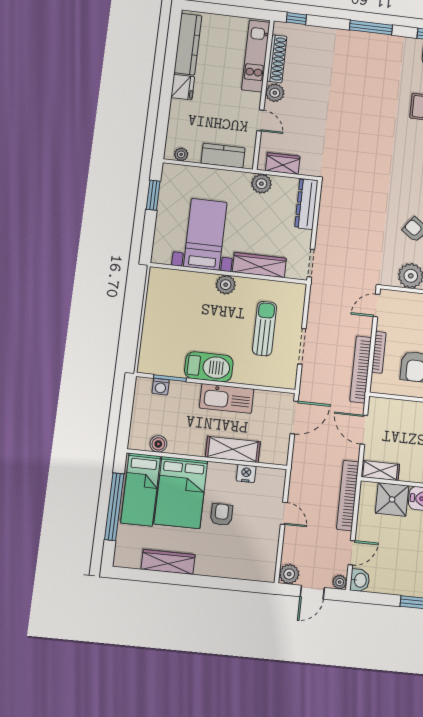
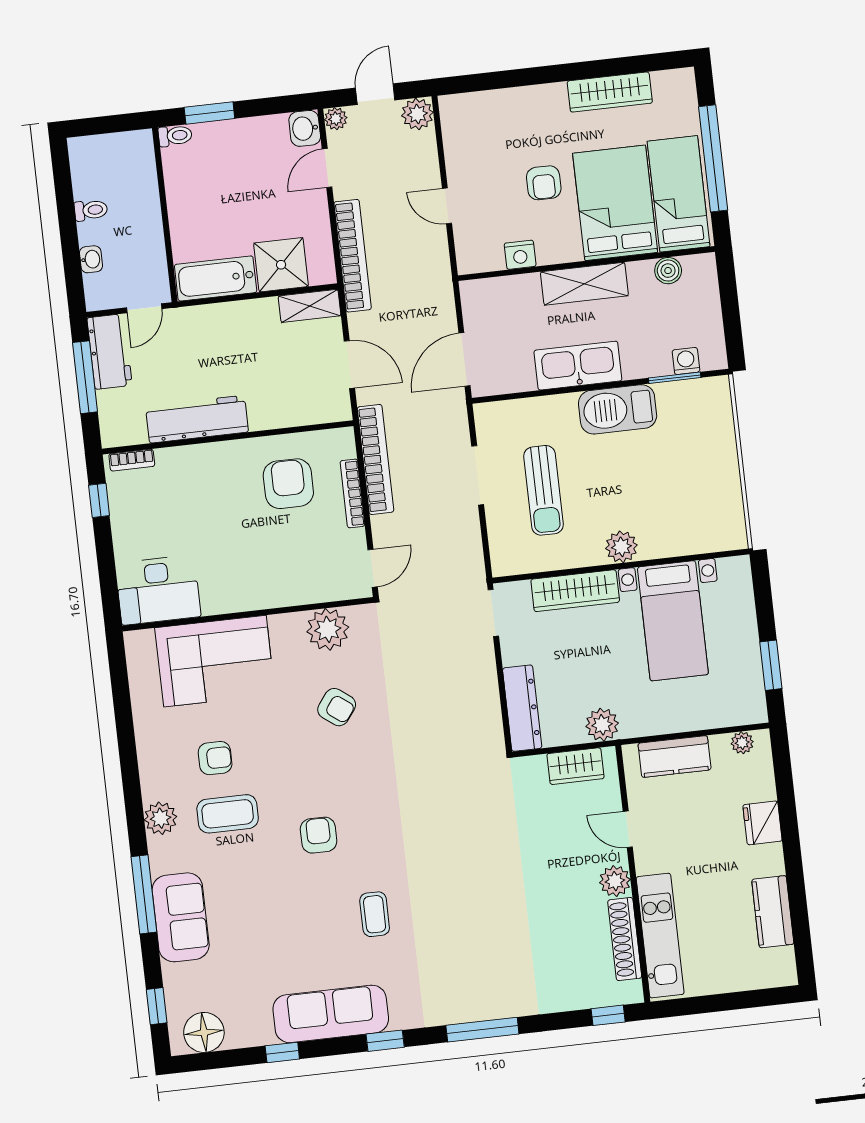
kitchen counter: (188, 44) -> (773, 912), width x0.67
fridge: (183, 87) -> (763, 823), moved
shelving: (233, 449) -> (584, 284), moved

